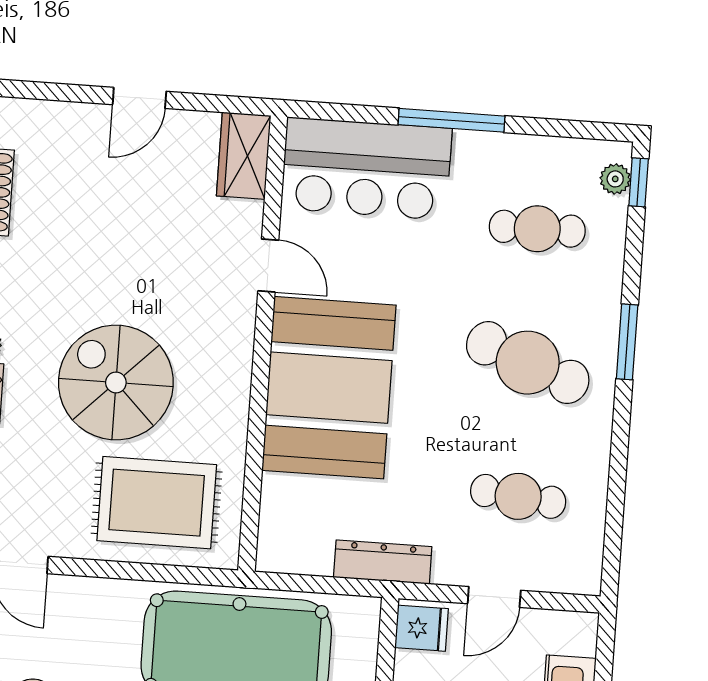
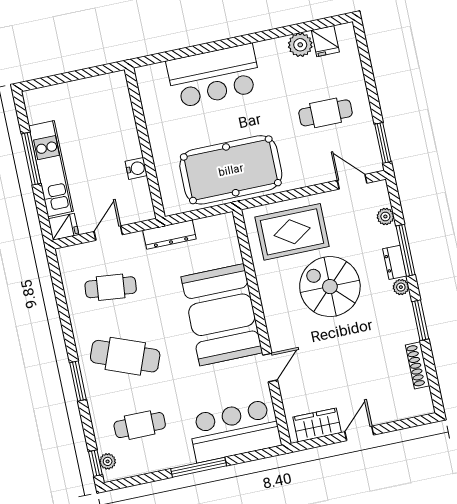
wardrobe: (244, 156) -> (317, 425), moved, turned -90
door: (268, 266) -> (270, 368), swing flipped
spiral stairs: (116, 382) -> (330, 287), turned 180
fridge: (422, 628) -> (63, 227), moved, turned 180

